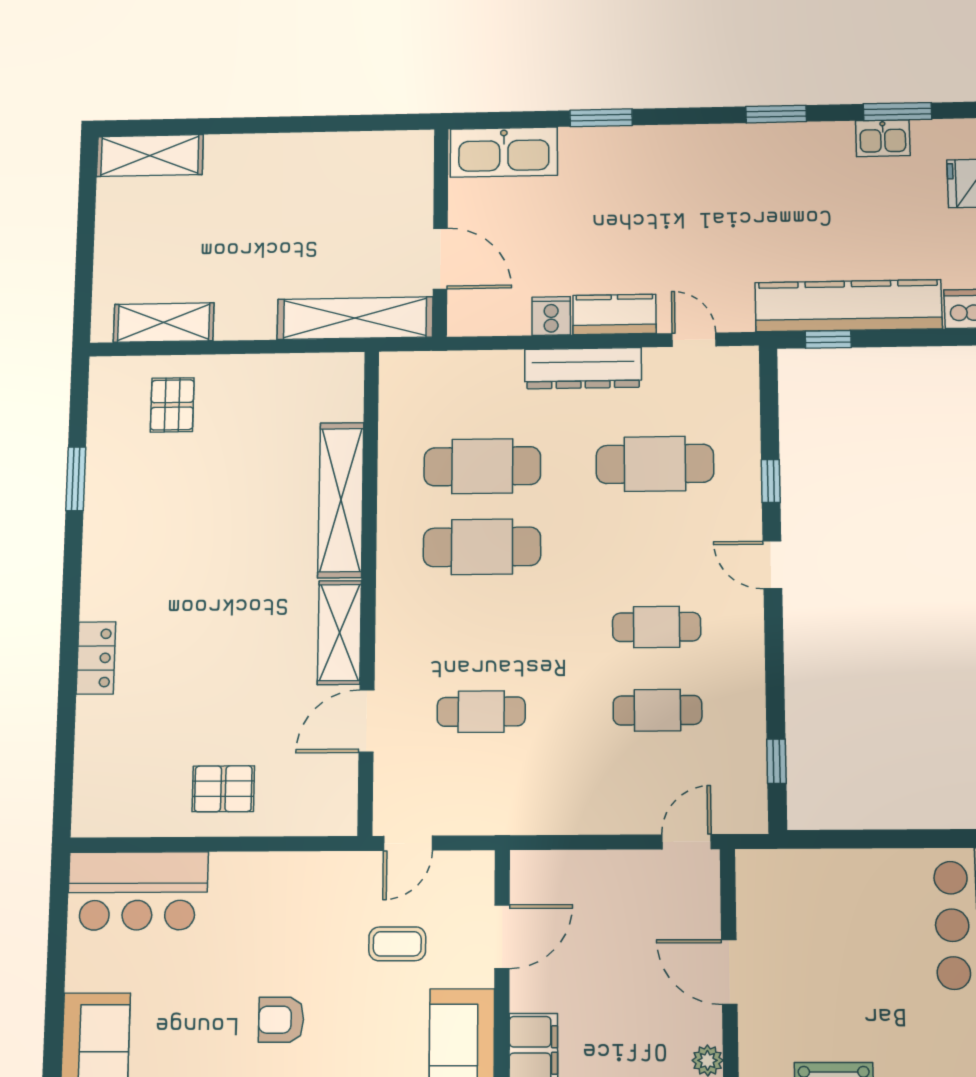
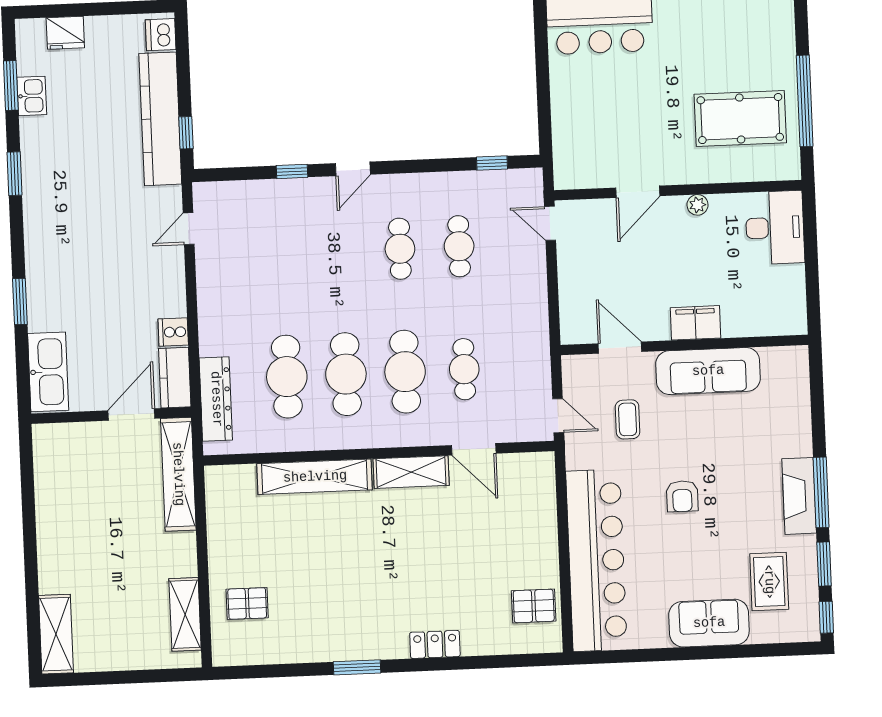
kitchen counter: (614, 314) -> (175, 378), moved
dresser: (583, 368) -> (216, 399), moved
cafe table: (655, 464) -> (405, 372), moved
window: (76, 479) -> (357, 667), moved
pallet: (223, 789) -> (534, 606), moved, turned 90
bar counter: (138, 891) -> (596, 560), width x1.86

